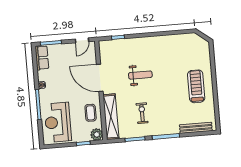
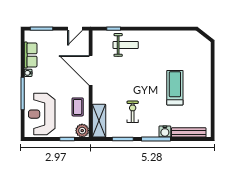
row of seats: (42, 58) -> (31, 55), moved
weight bench: (140, 75) -> (126, 45), moved
treadmill: (196, 86) -> (175, 88), moved
shelving: (111, 117) -> (99, 121), width x0.68
water cooler: (174, 129) -> (165, 132), added

